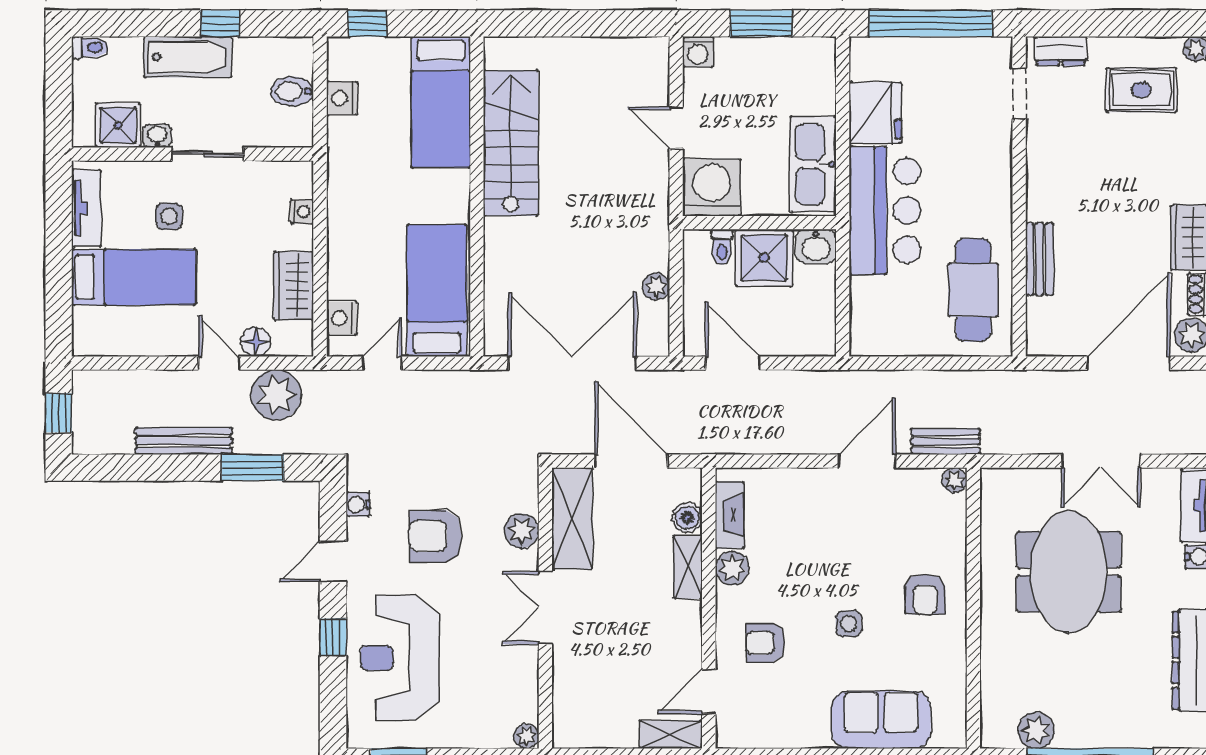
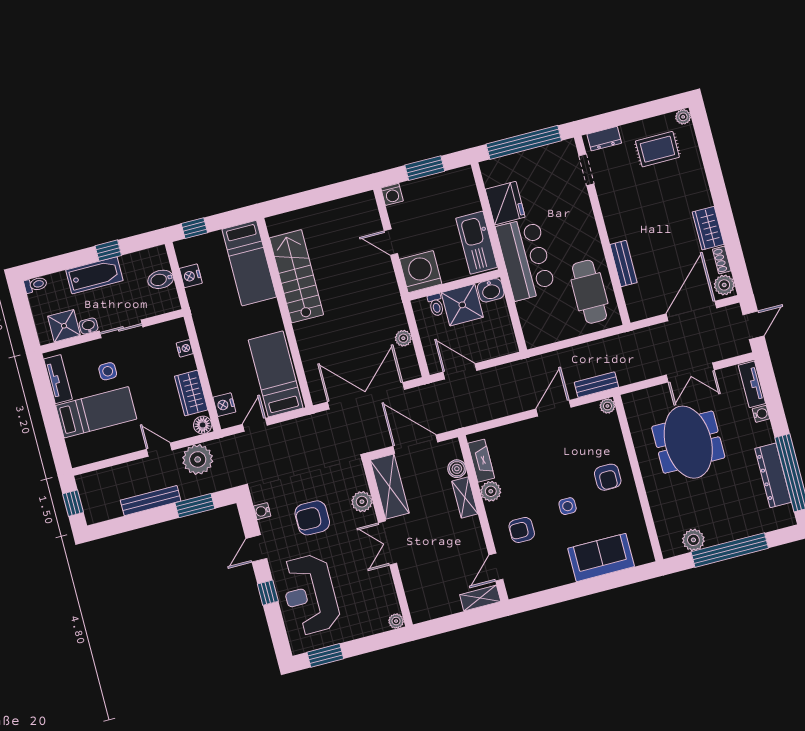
floor lamp: (256, 342) -> (203, 425), moved

